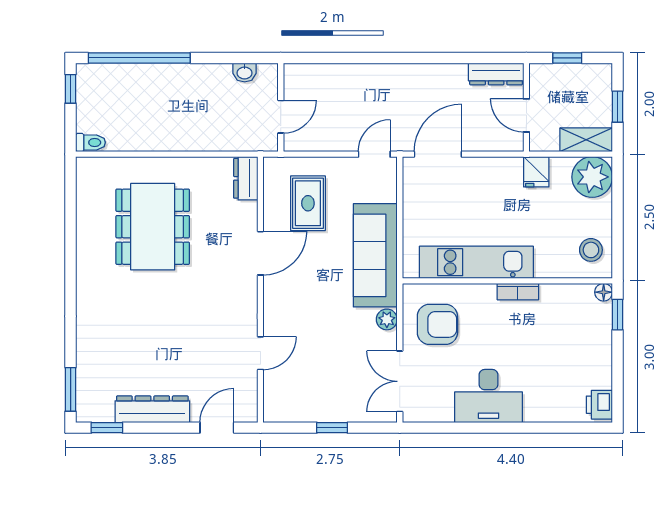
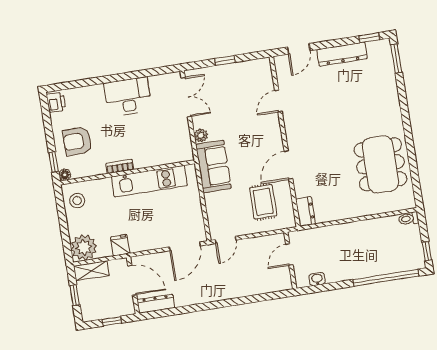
door: (526, 115) -> (132, 280), width x1.38
dining table: (153, 227) -> (380, 164), moved
sofa: (375, 255) -> (213, 166), width x0.73
armchair: (437, 324) -> (77, 141), moved

